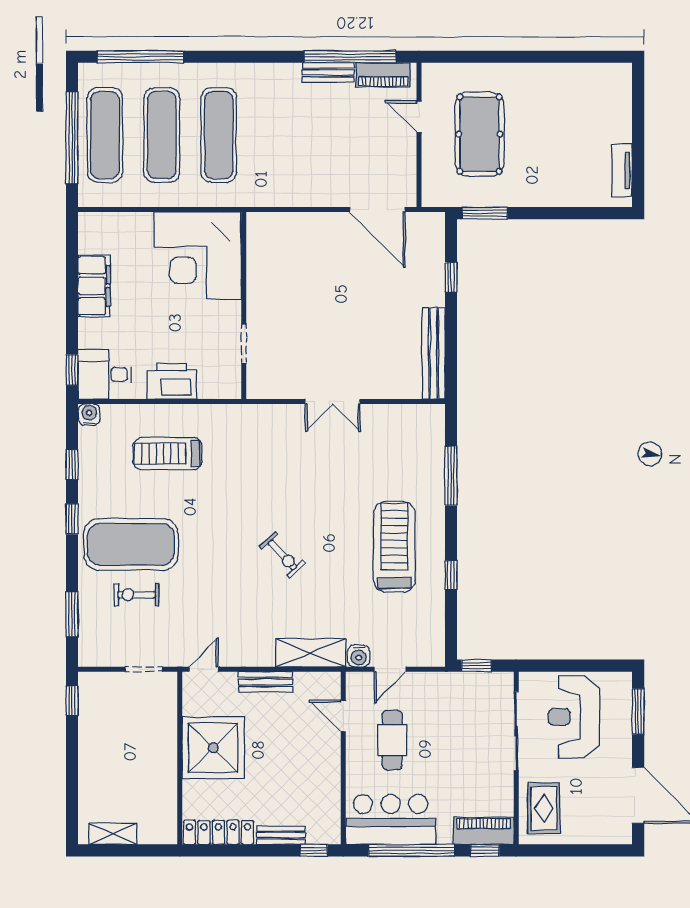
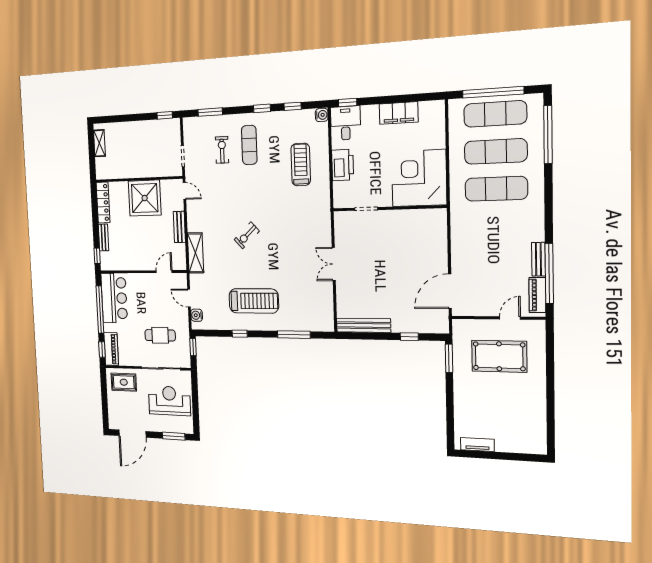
exercise mat: (131, 544) -> (249, 145), width x0.50, depth x0.69
water cooler: (359, 656) -> (197, 315), moved
cafe table: (392, 740) -> (160, 335), moved

